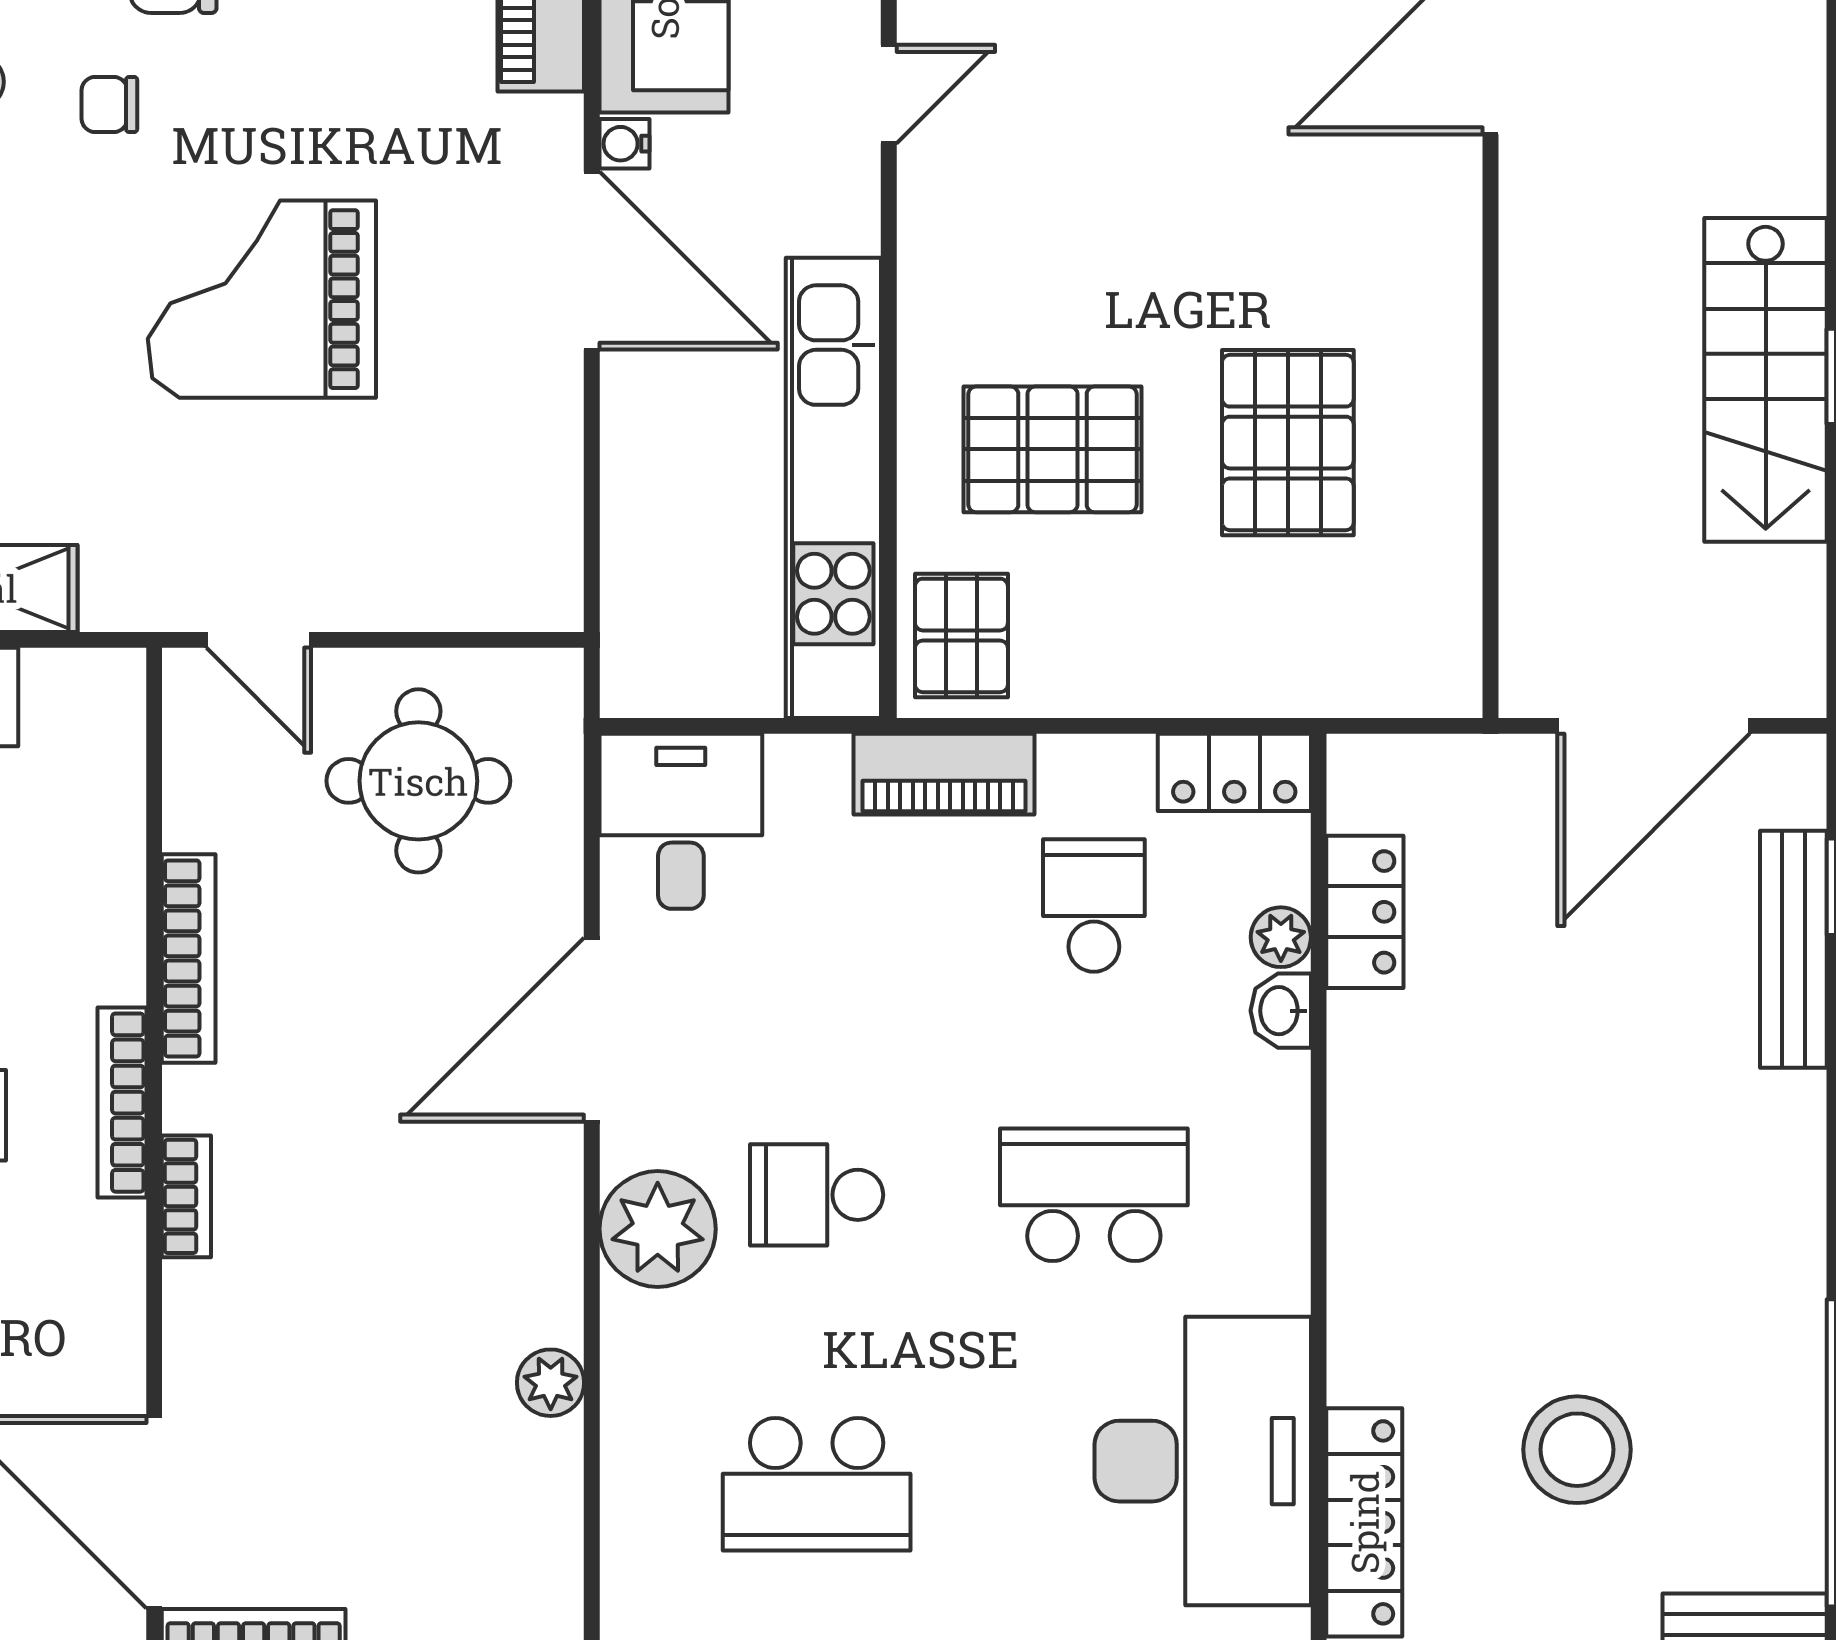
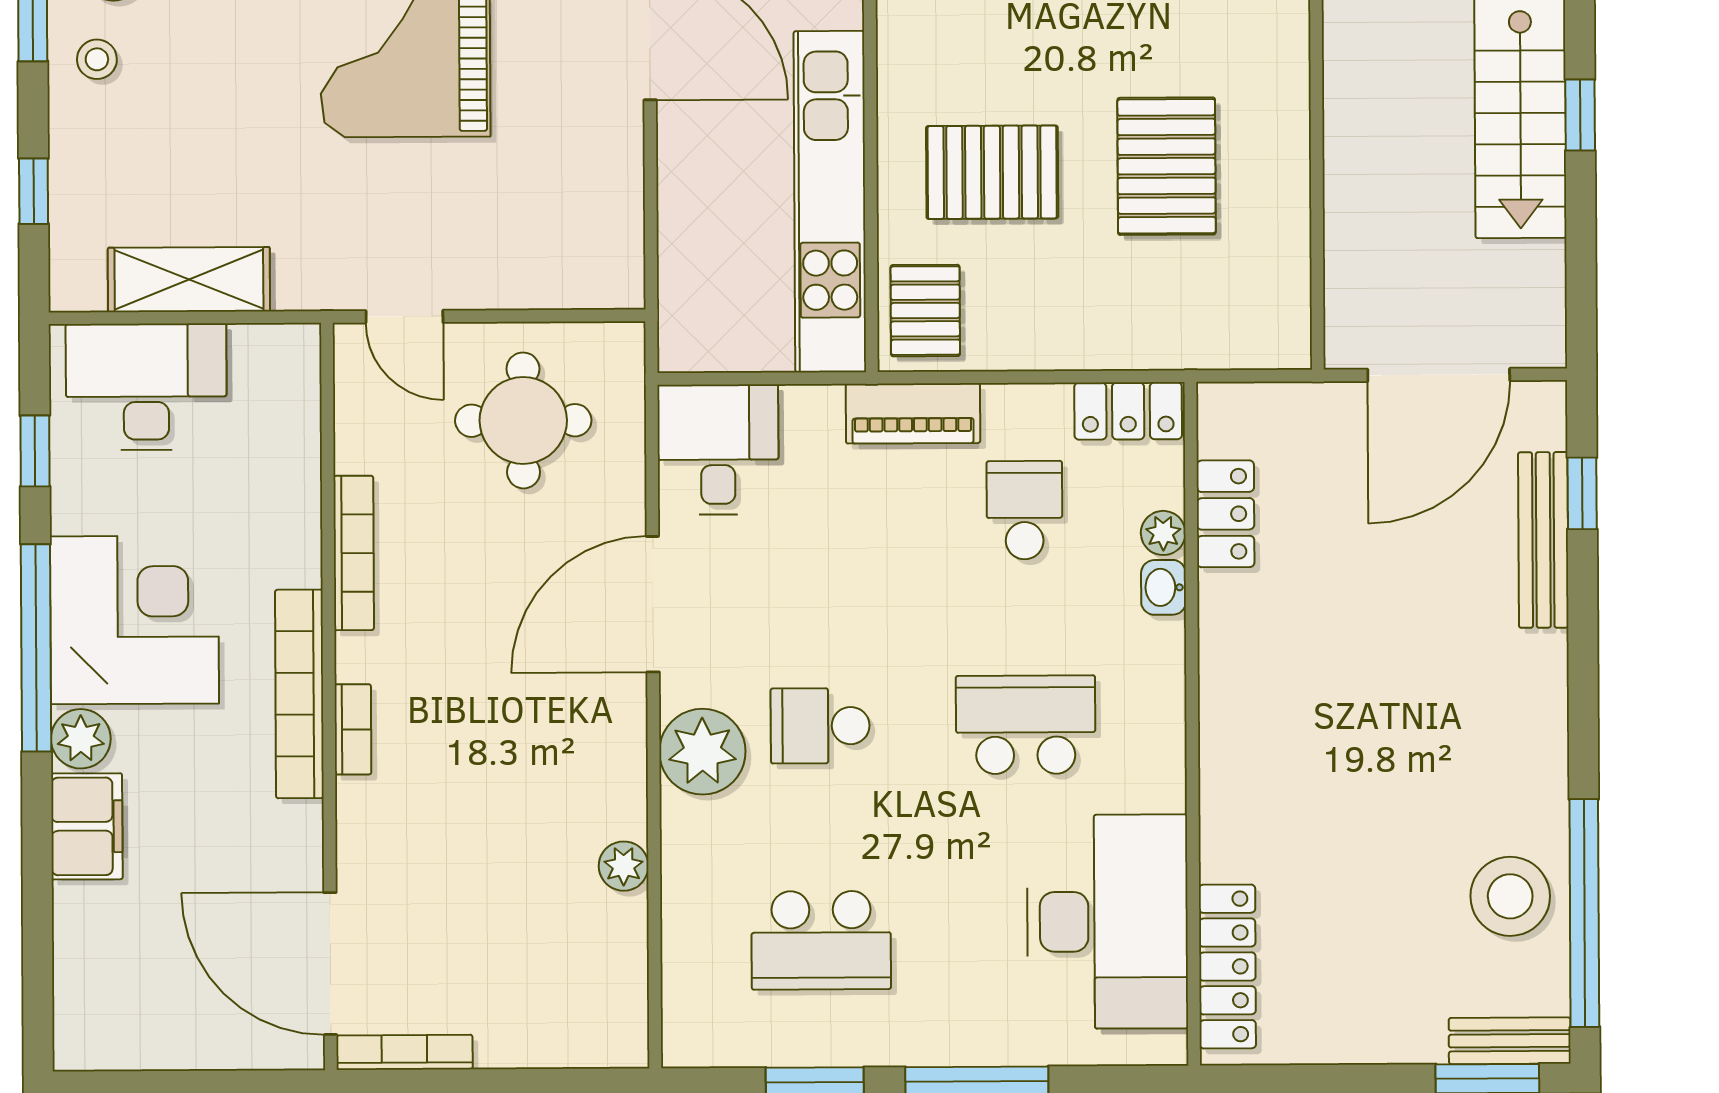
bookcase: (122, 1103) -> (299, 694), width x1.48, depth x1.31
stool: (1577, 1450) -> (1510, 896), moved

